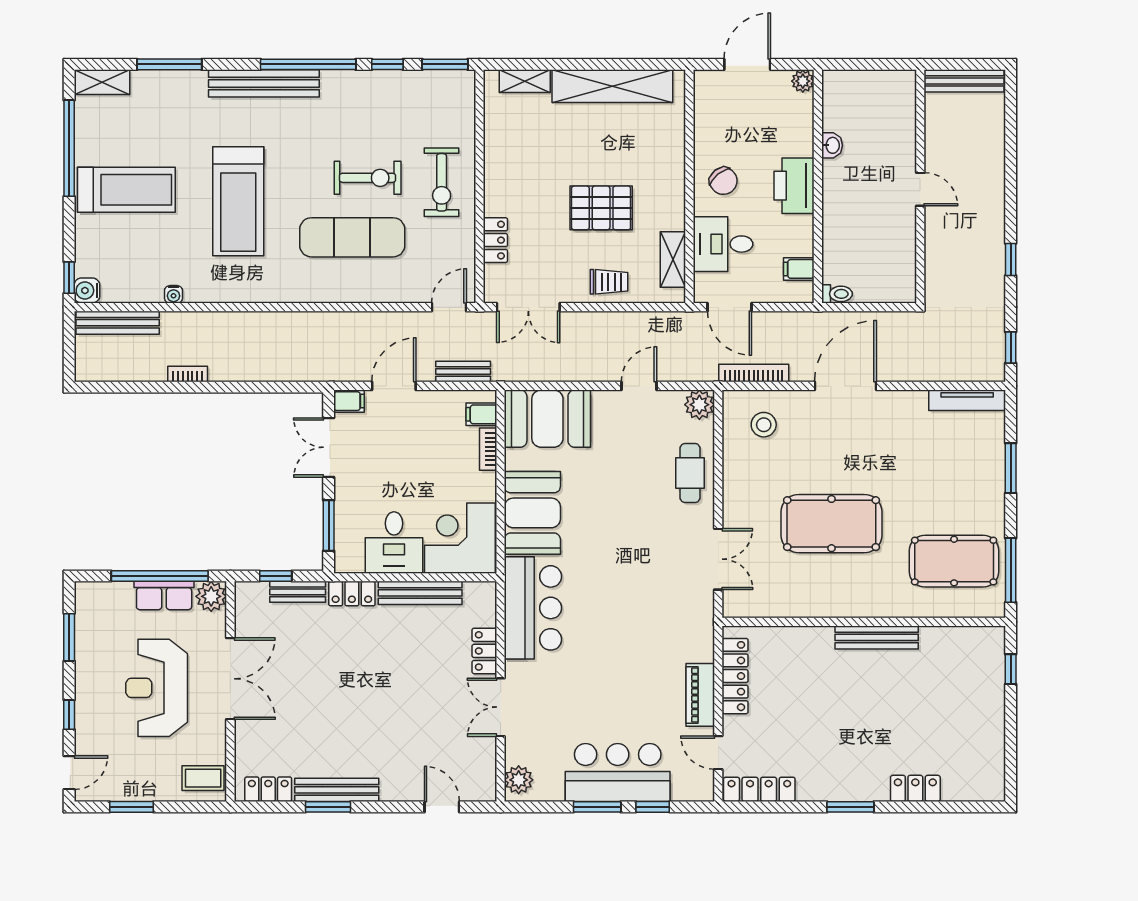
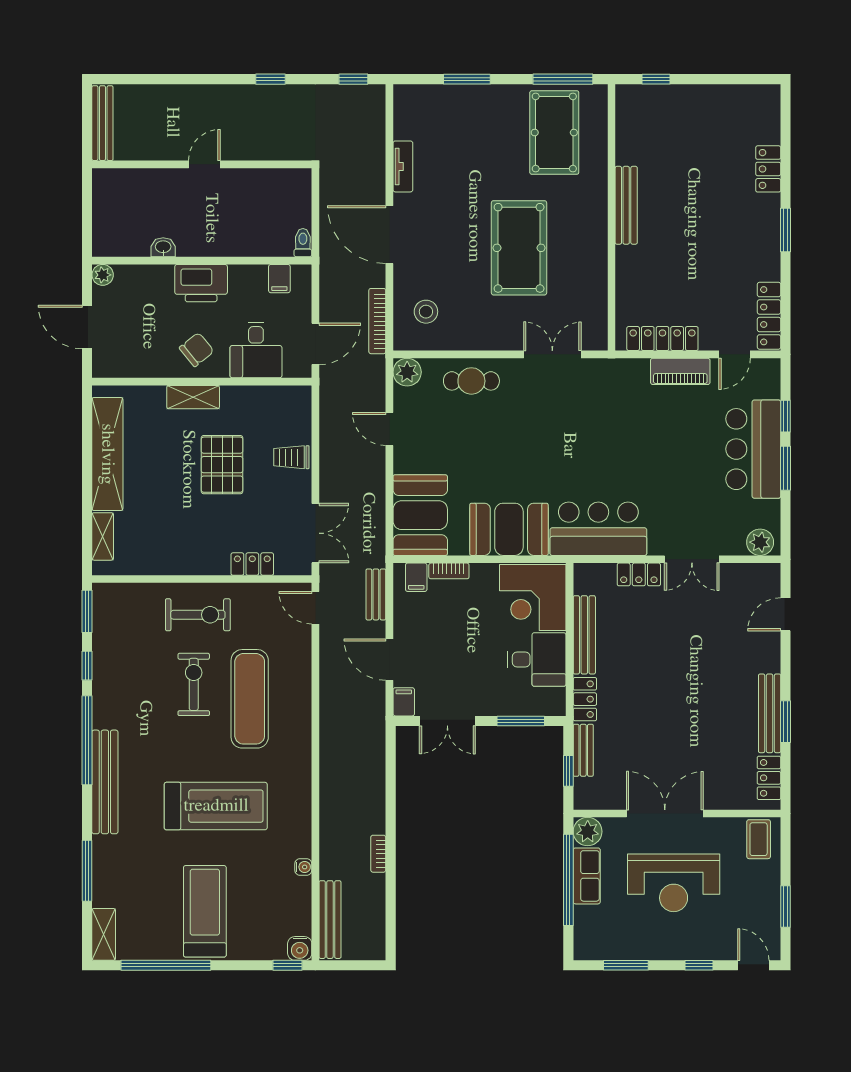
shelving: (673, 260) -> (193, 397), moved
trolley: (609, 282) -> (291, 457), turned -90
tv unit: (967, 400) -> (403, 166), moved, width x0.71

